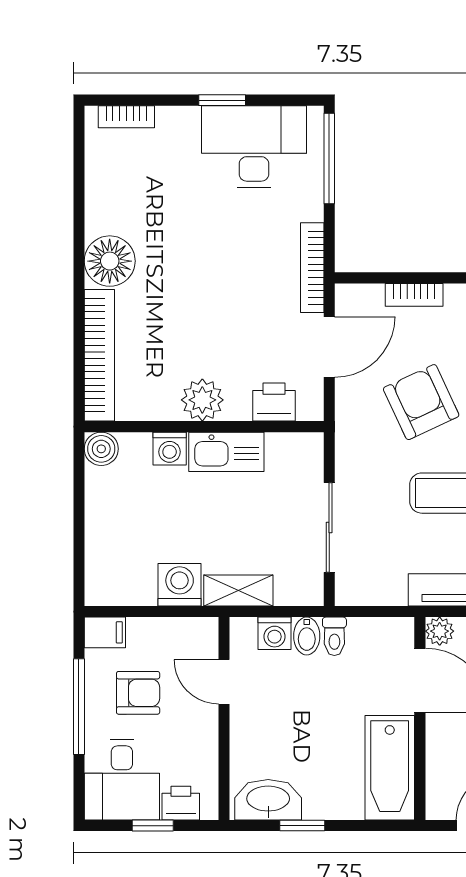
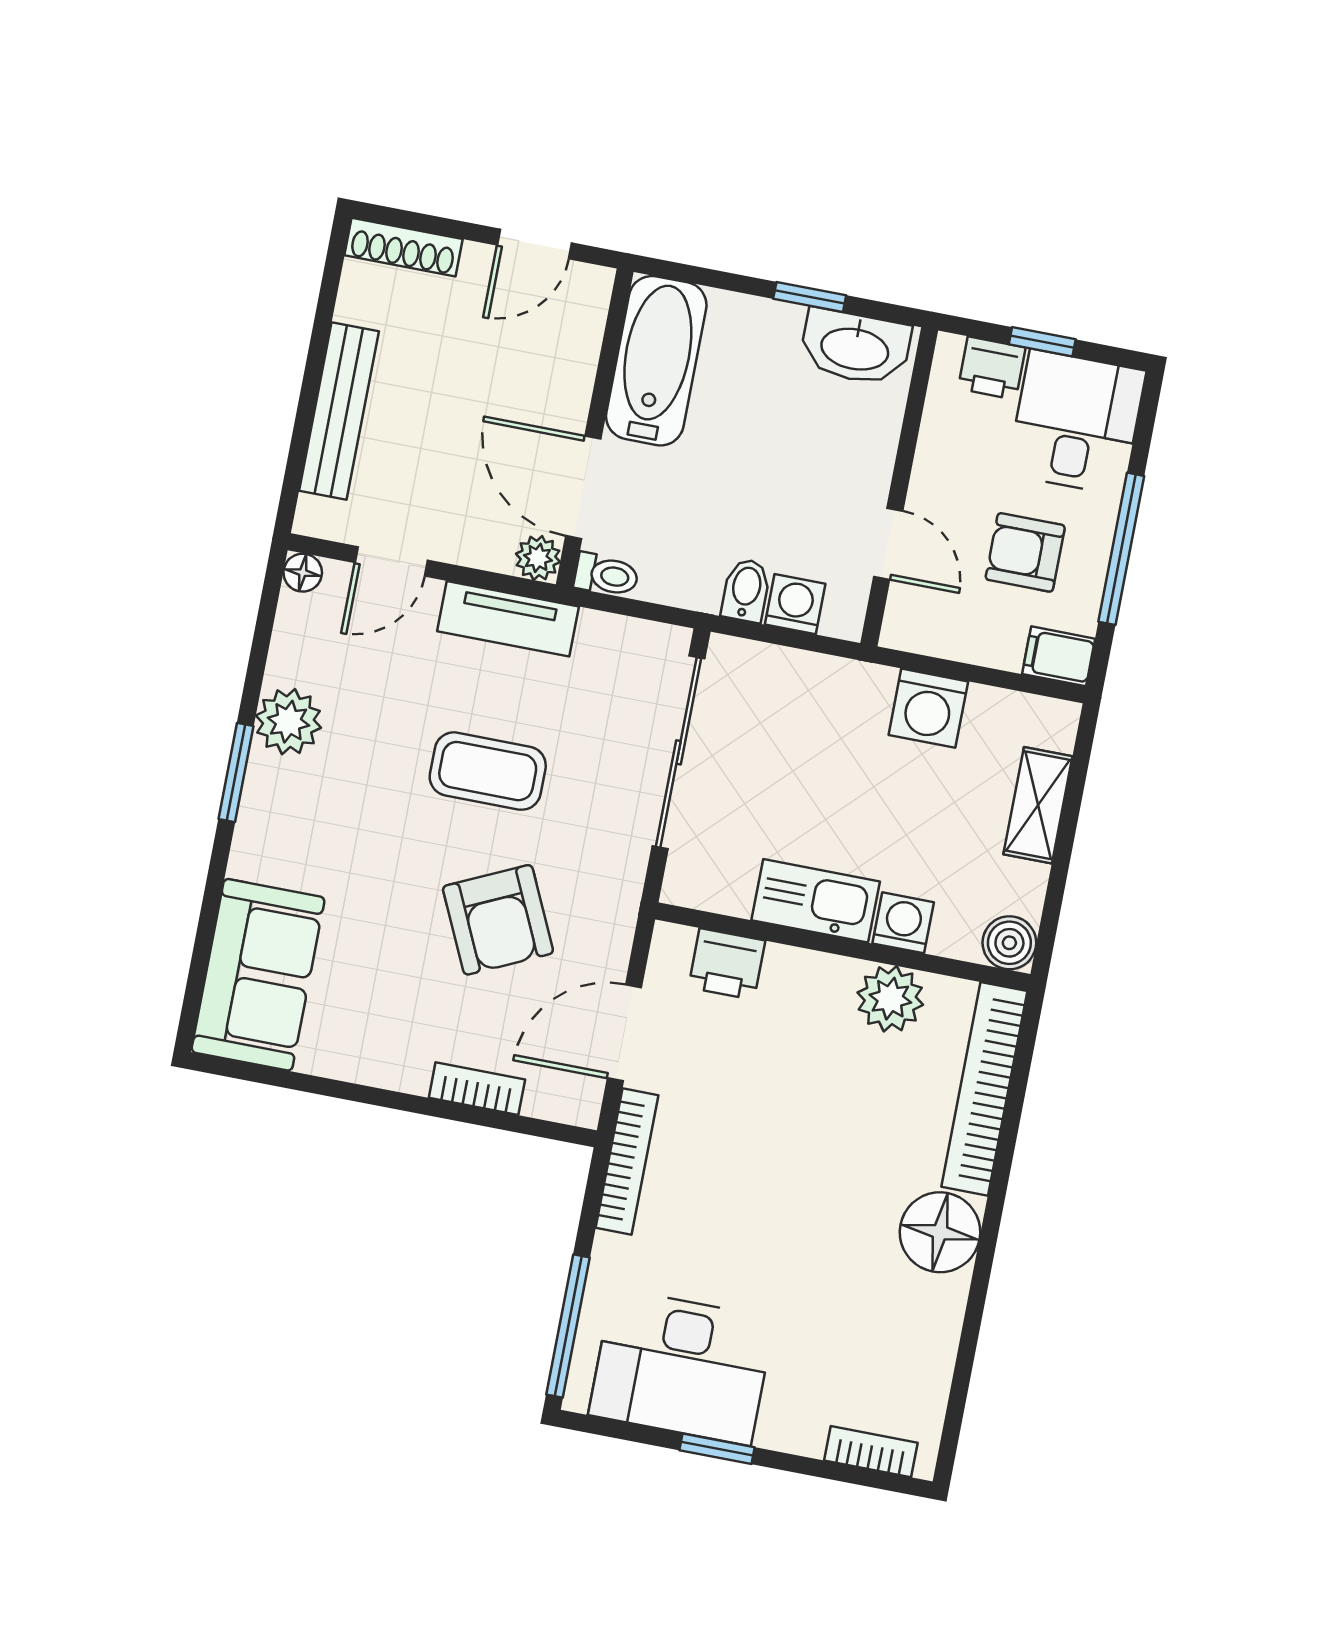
plant: (202, 400) -> (890, 999), moved
sliding door: (329, 527) -> (678, 752), width x1.37
shelving: (238, 591) -> (1038, 805), moved, turned 90
toilet: (334, 636) -> (606, 575), moved, turned 90

